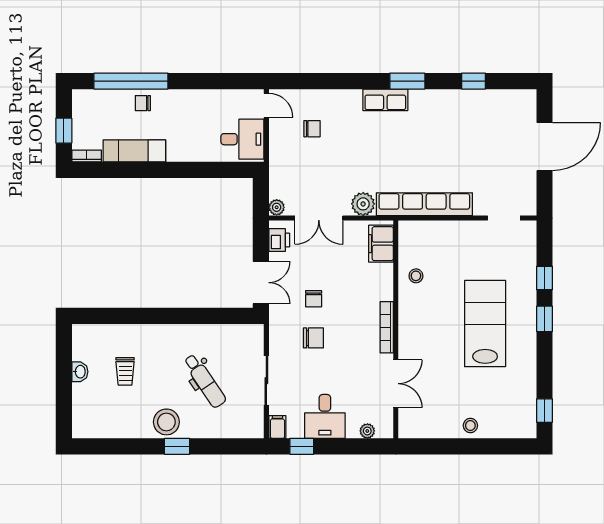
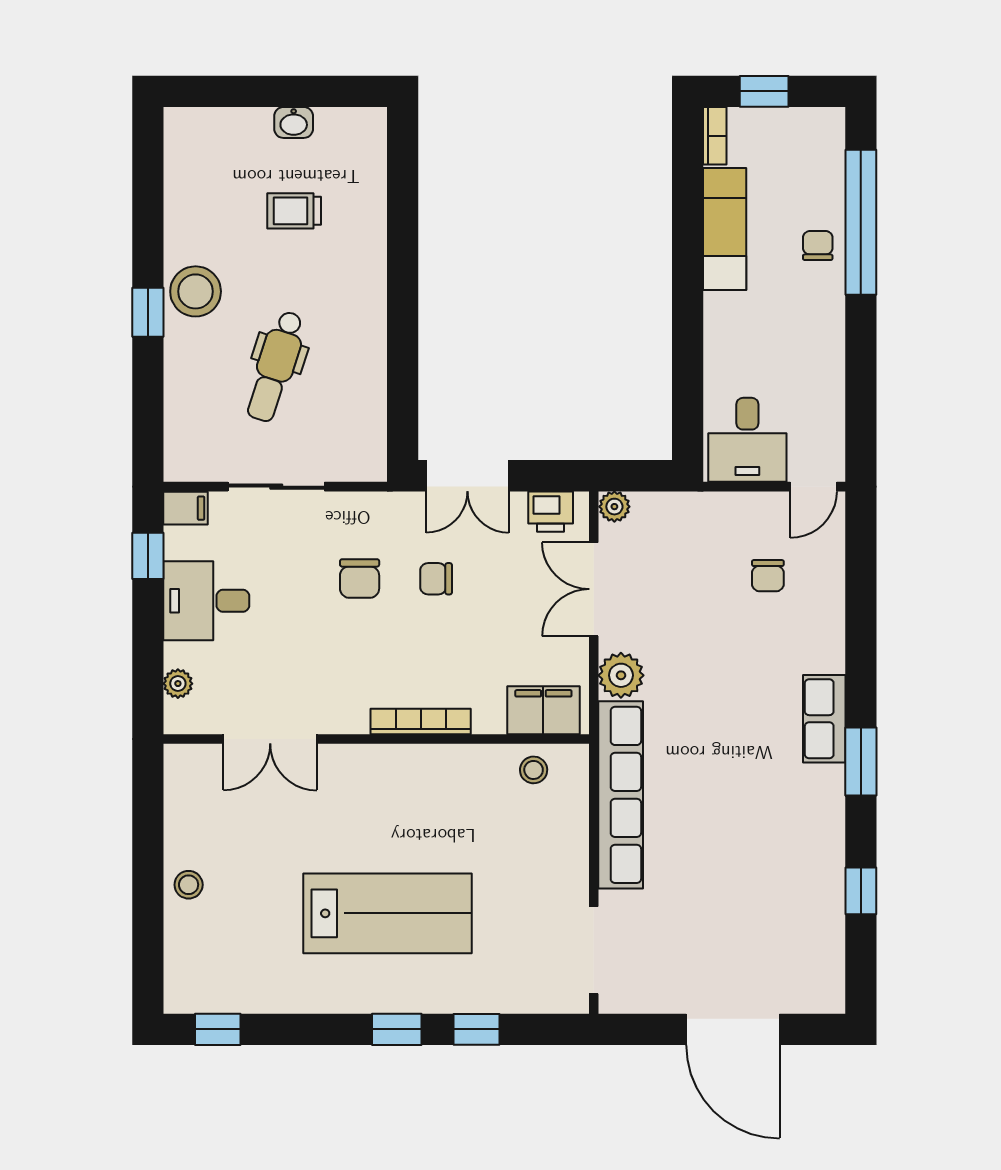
doorway: (504, 218) -> (594, 950), width x1.38
stool: (416, 276) -> (534, 770), moved
bookcase: (387, 327) -> (421, 721), moved
dental chair: (205, 381) -> (276, 366), turned -38

